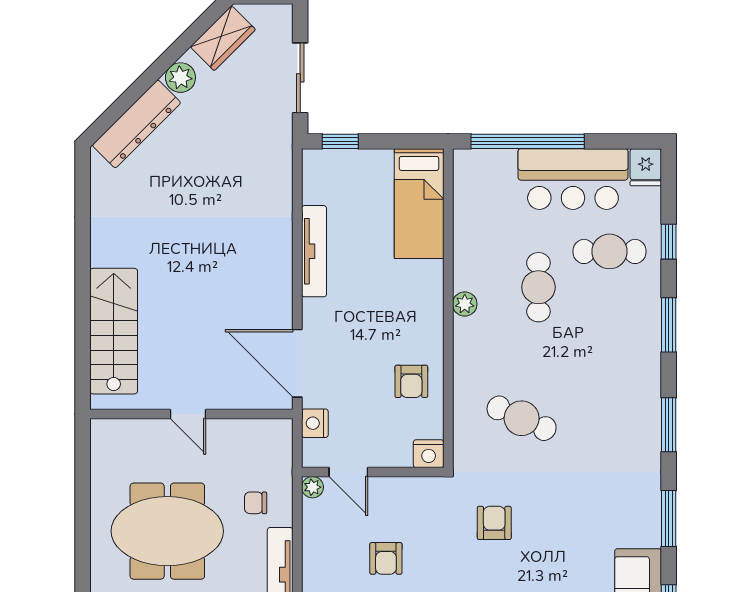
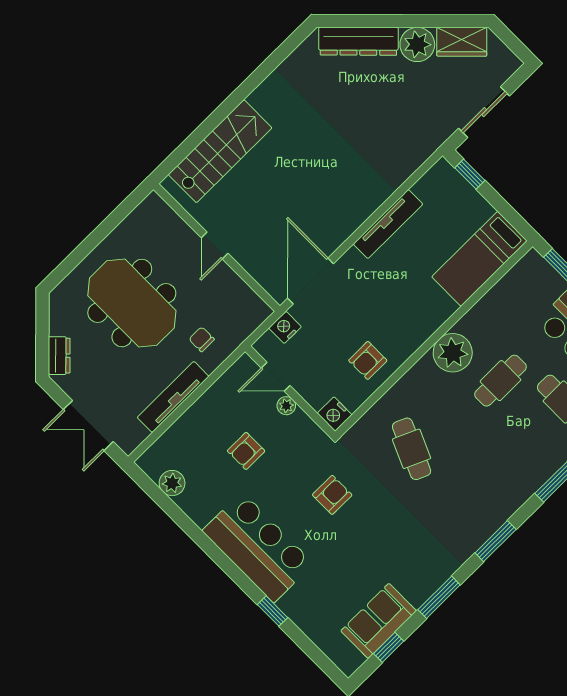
plant: (180, 78) -> (417, 44), width x1.36, depth x1.36
plant: (465, 304) -> (453, 353), width x1.88, depth x1.88
door: (348, 472) -> (276, 377), hinge flipped
plant: (312, 487) -> (286, 406), moved

